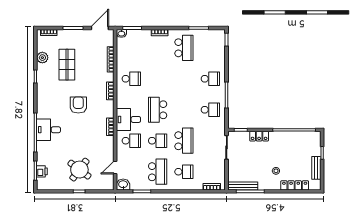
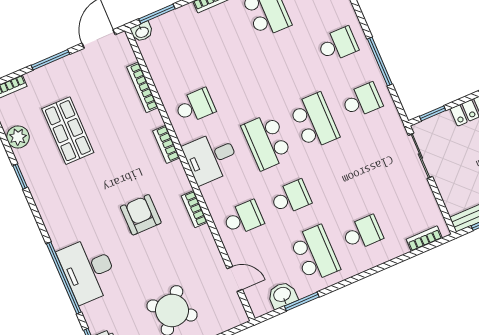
armchair: (78, 105) -> (141, 215), moved
desk: (128, 119) -> (211, 157), moved
desk: (49, 130) -> (88, 270), width x1.37
school desk: (184, 141) -> (314, 121), moved
door: (115, 167) -> (235, 279), swing flipped
washbasin: (123, 185) -> (282, 295), moved

